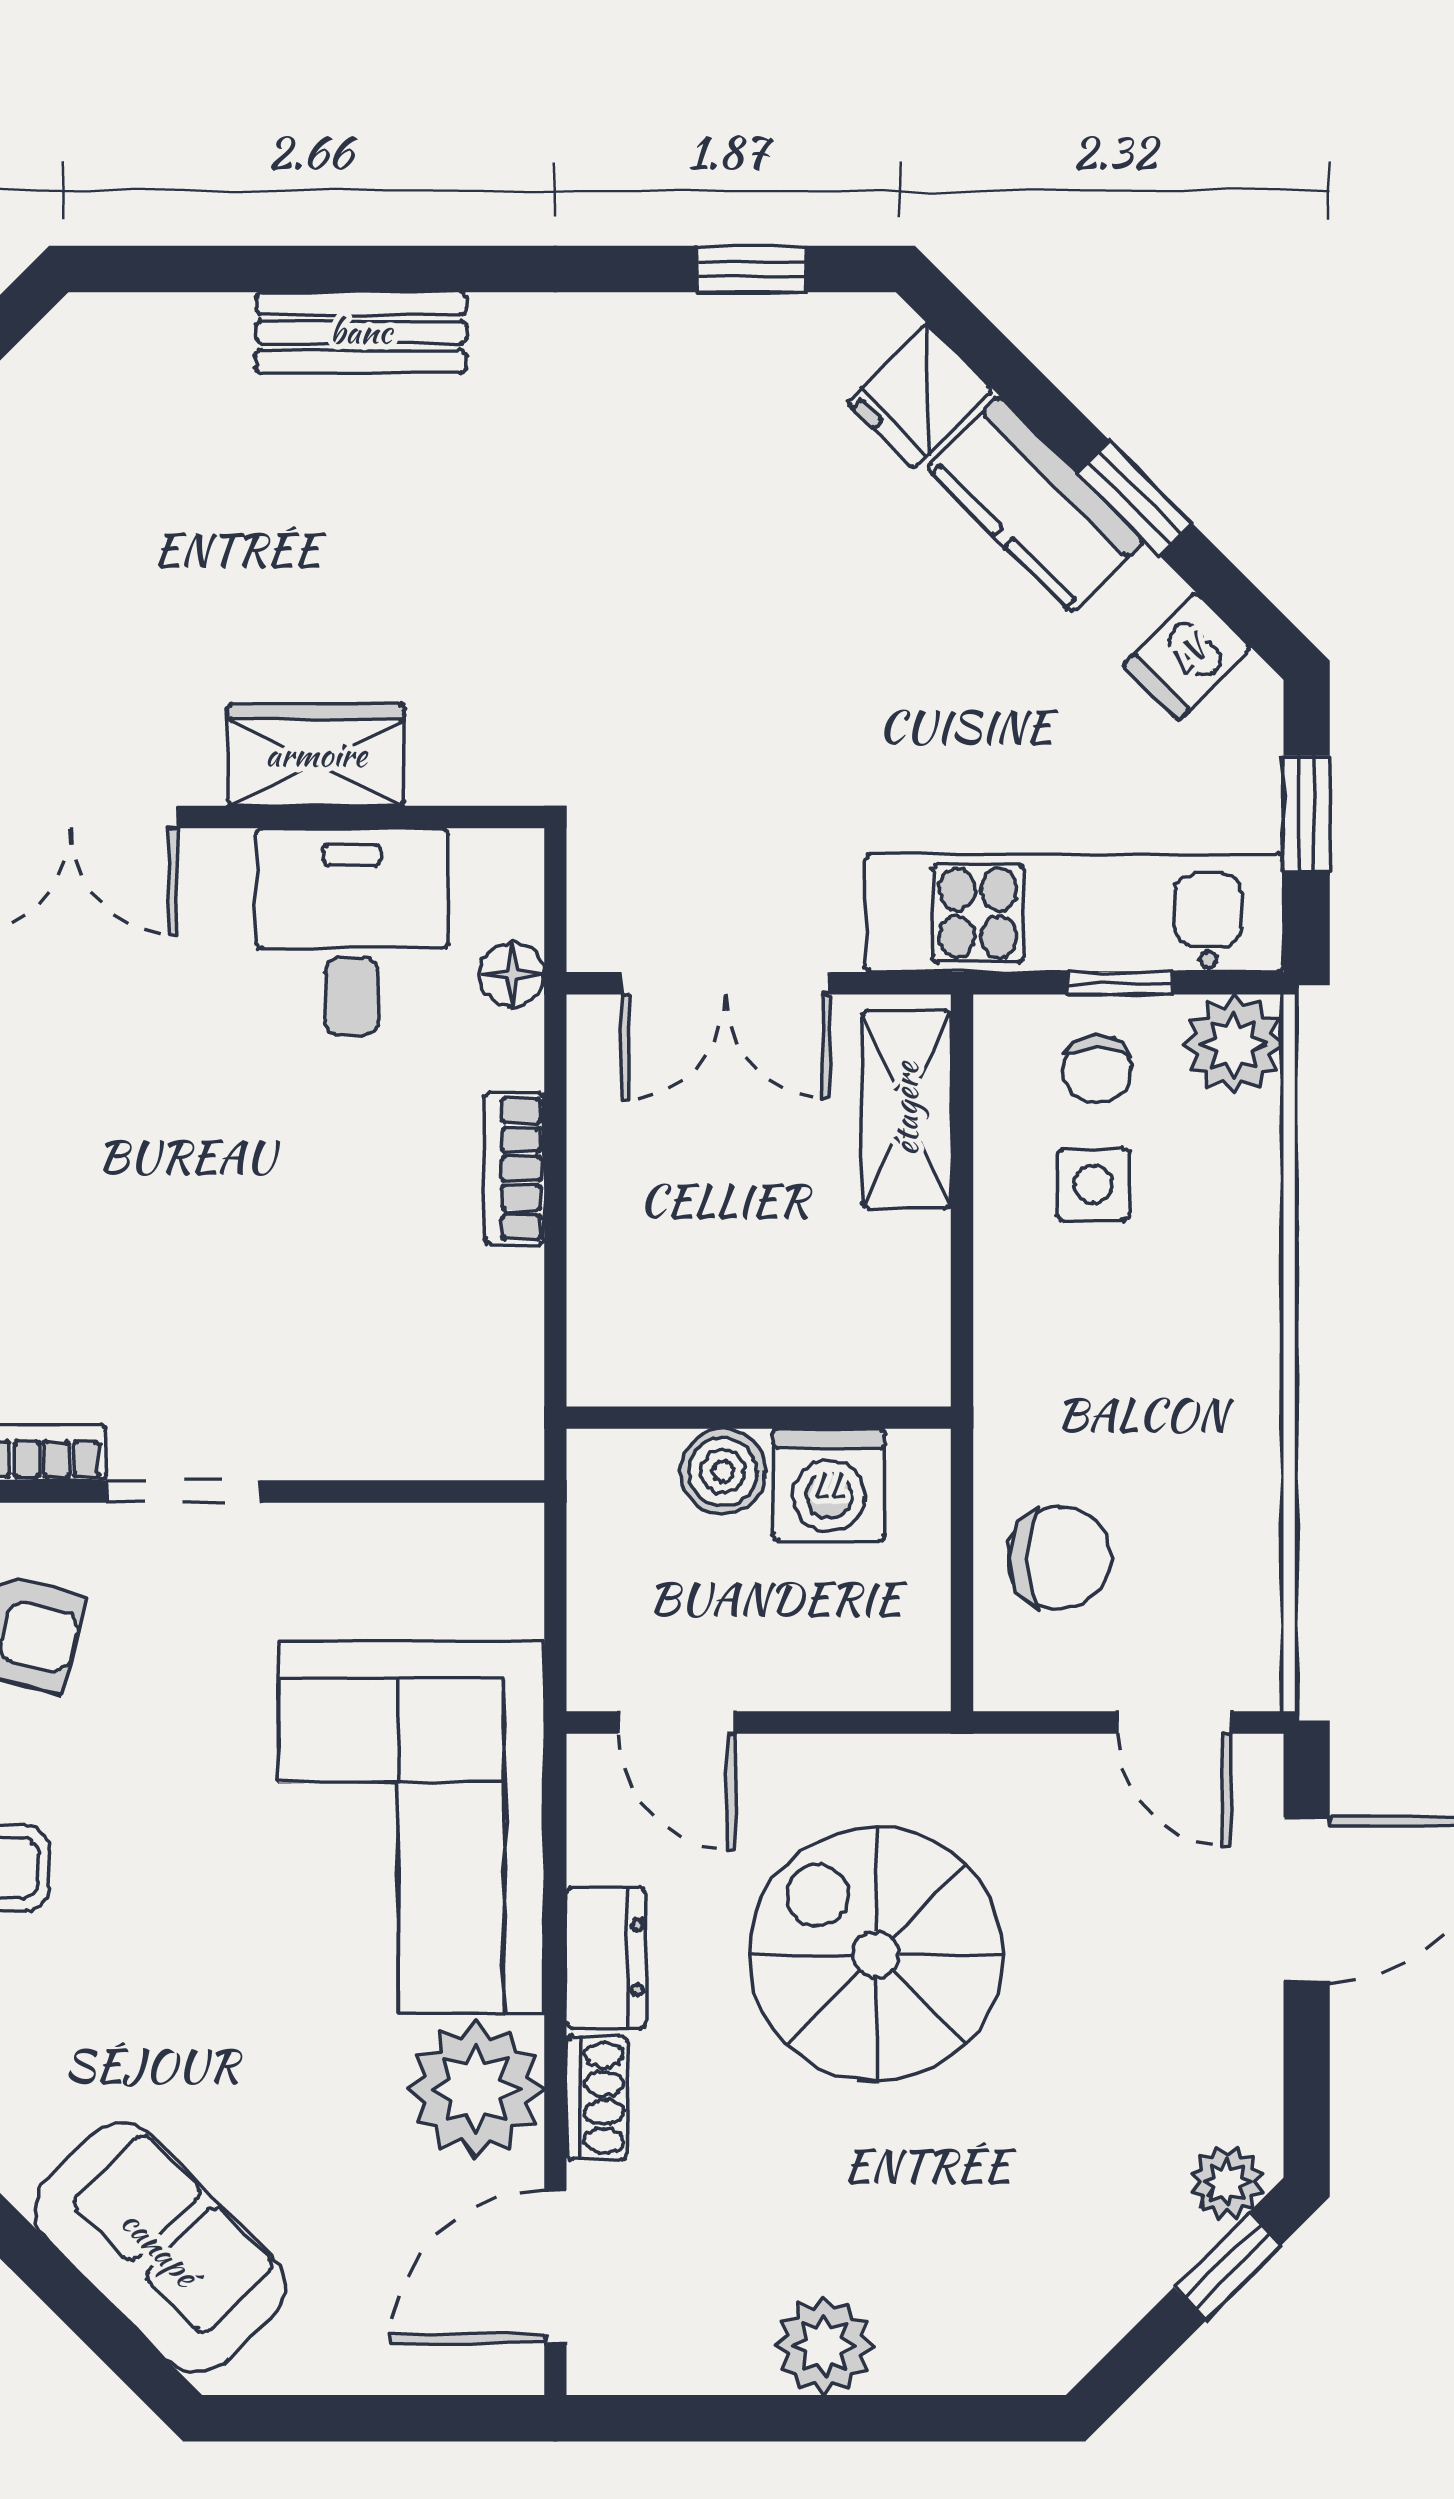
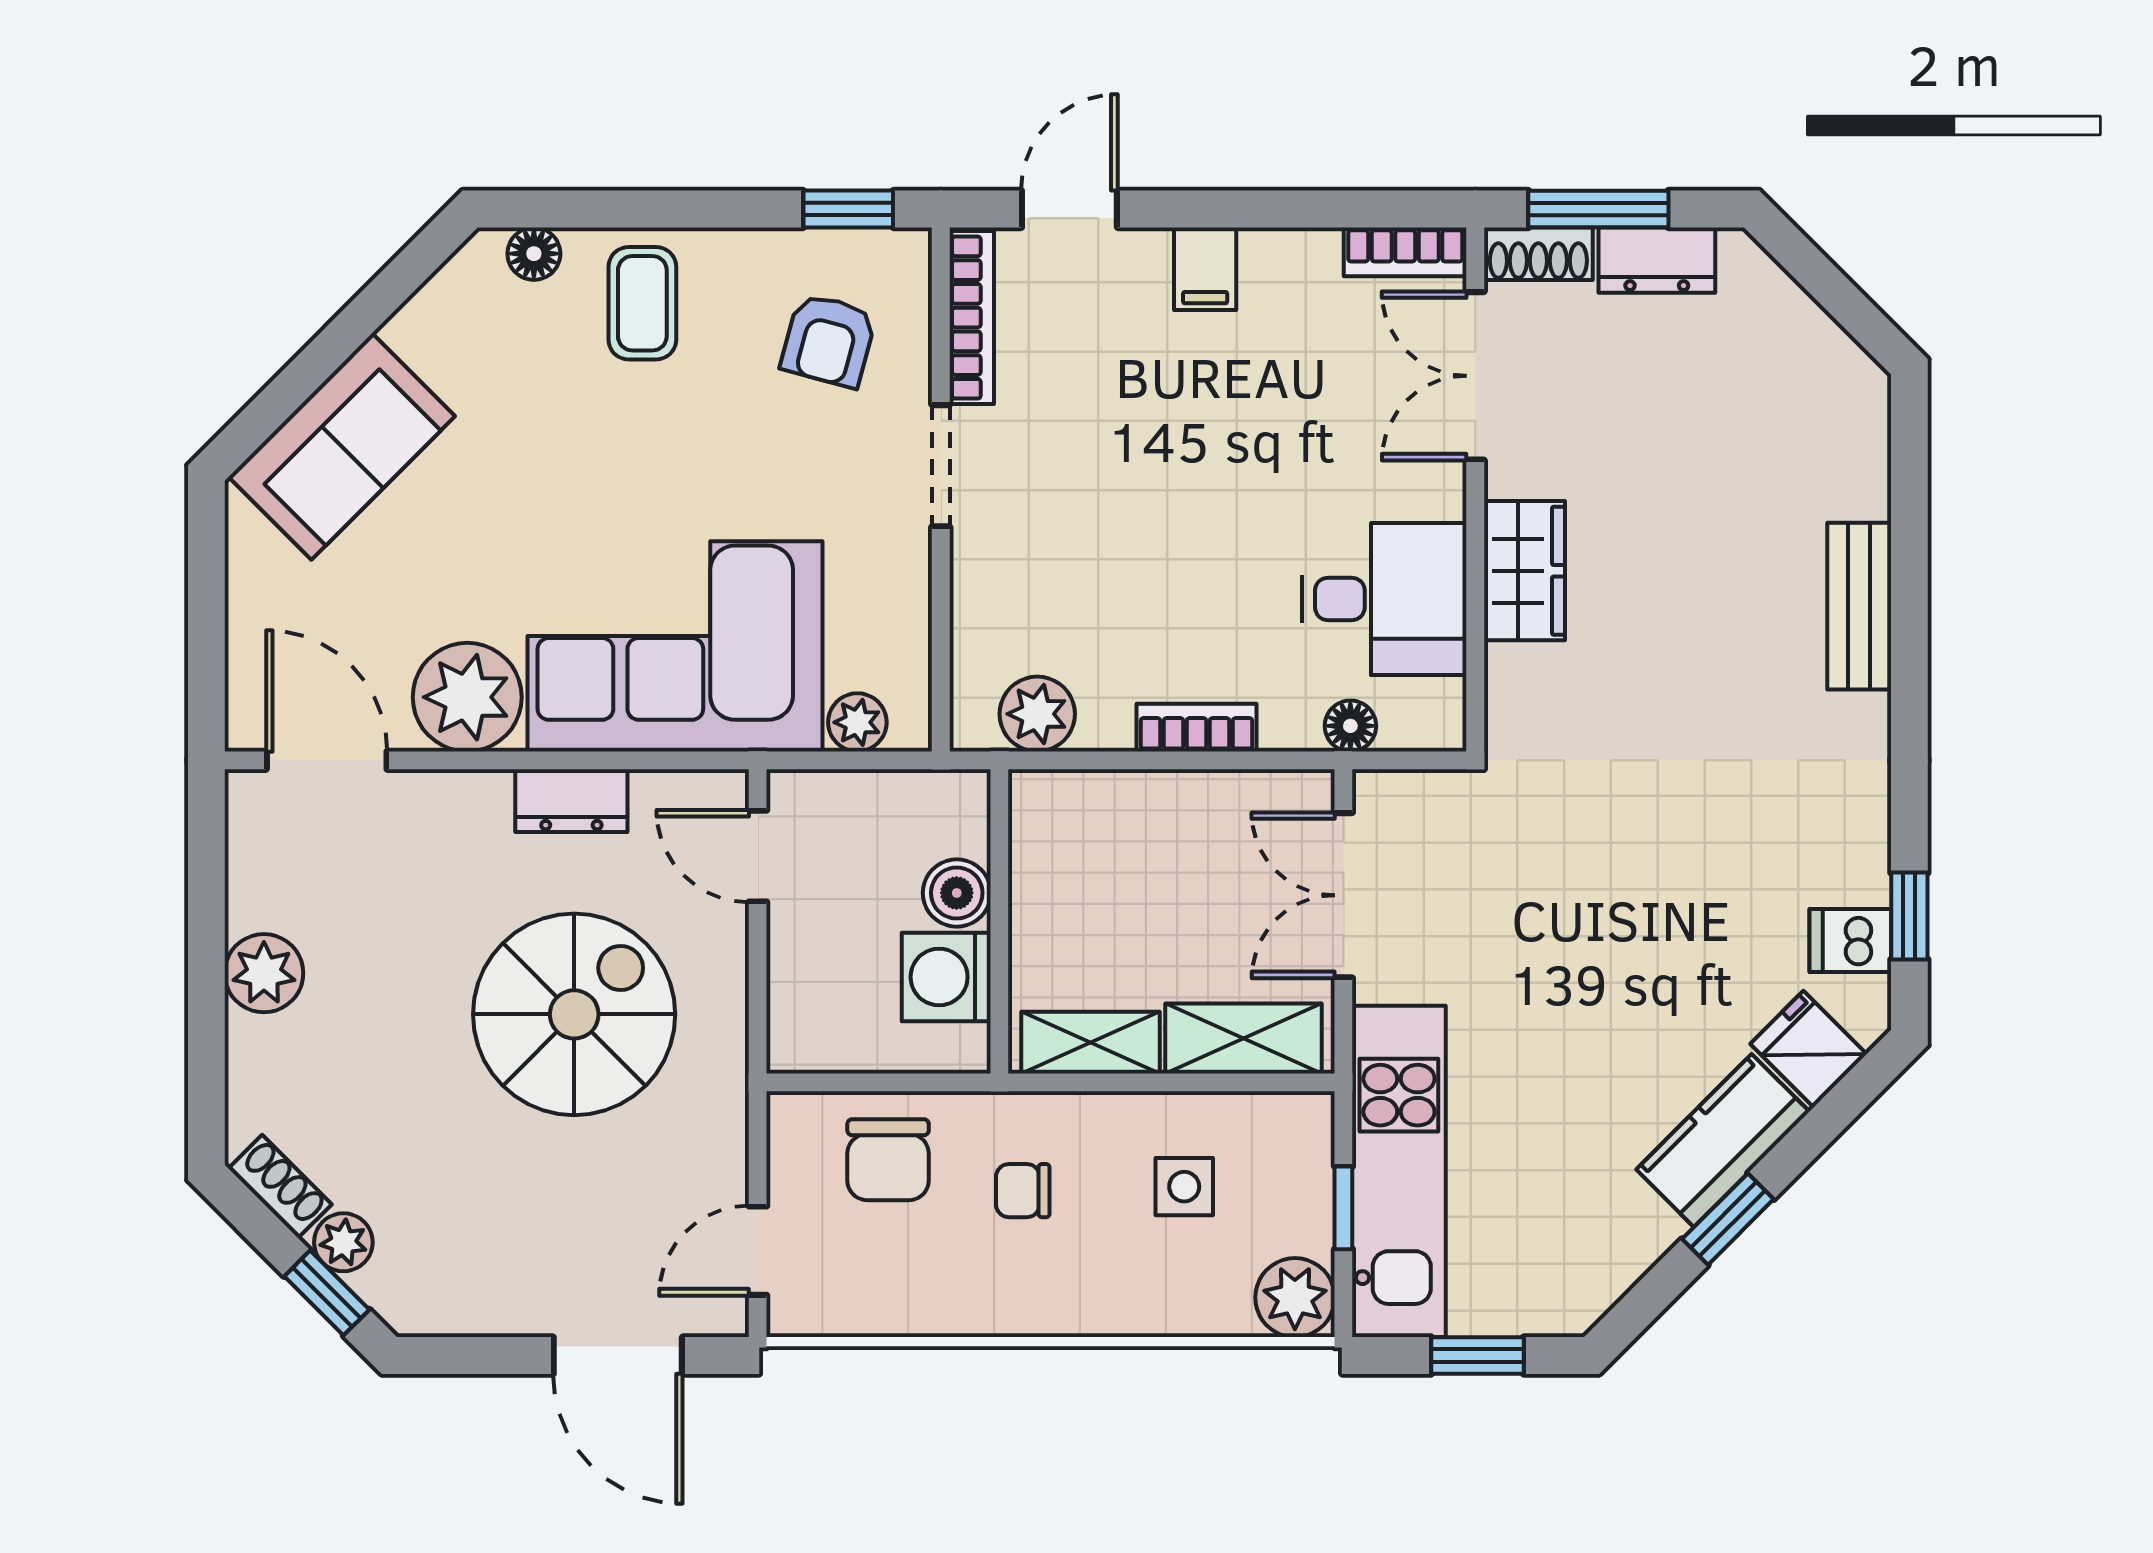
dishwasher: (1187, 656) -> (1850, 940), moved, turned -45
chair: (1097, 1070) -> (1023, 1191), moved
shelving: (912, 1303) -> (1090, 1043), added
plant: (497, 1370) -> (1037, 714), added
plant: (507, 1597) -> (857, 722), added
door: (676, 1723) -> (758, 856), hinge flipped
shoe rack: (597, 2098) -> (280, 1186), moved, turned -135
plant: (1227, 2182) -> (343, 1242), moved

